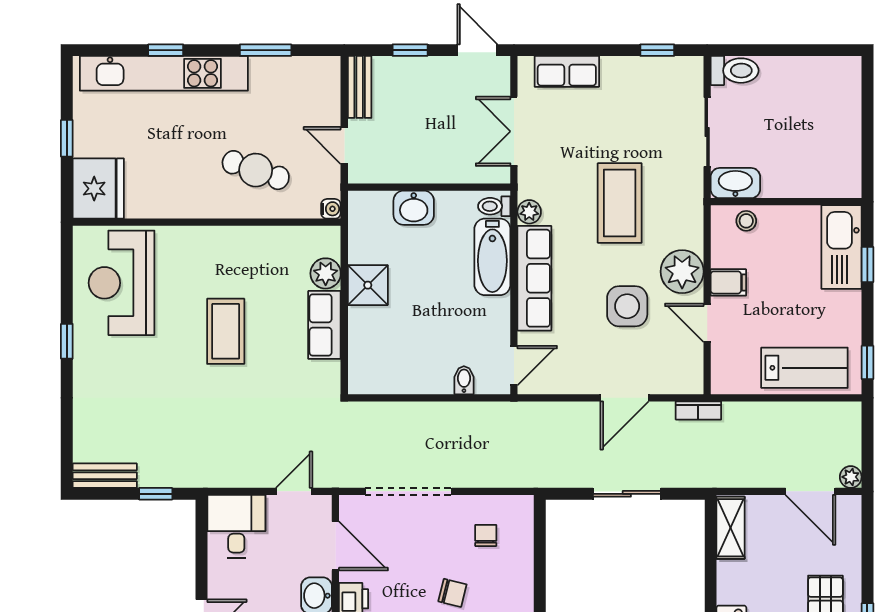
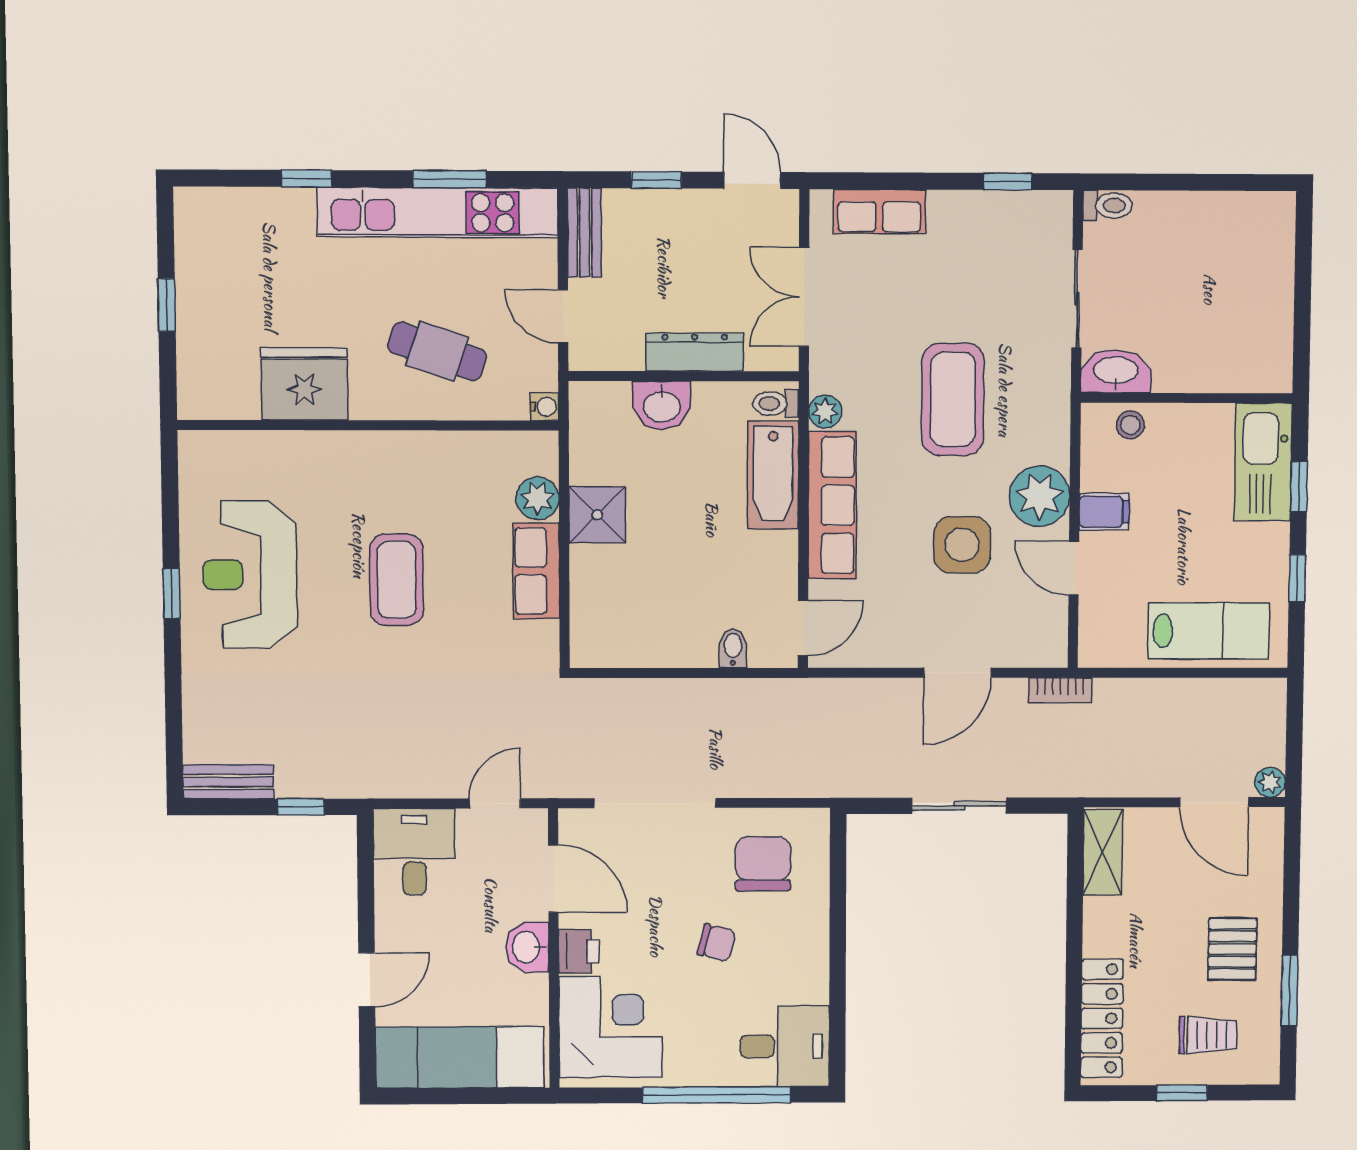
toilet: (735, 71) -> (1107, 206), width x0.73, depth x0.72
kitchen unit: (164, 73) -> (437, 213), moved
dresser: (437, 170) -> (695, 352), added
fridge: (98, 189) -> (304, 384), moved, turned -90
reception desk: (121, 283) -> (250, 575), moved
window: (867, 362) -> (1297, 578), moved
chair: (486, 535) -> (763, 864), width x1.87, depth x1.87

